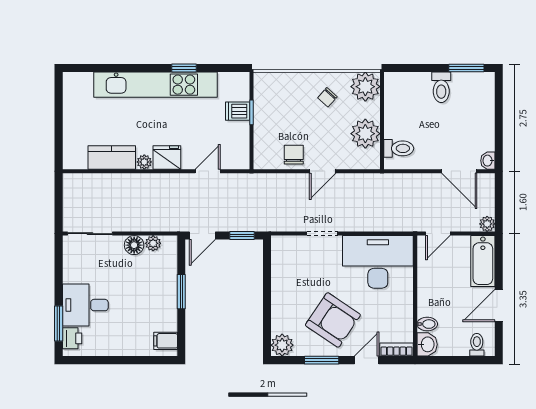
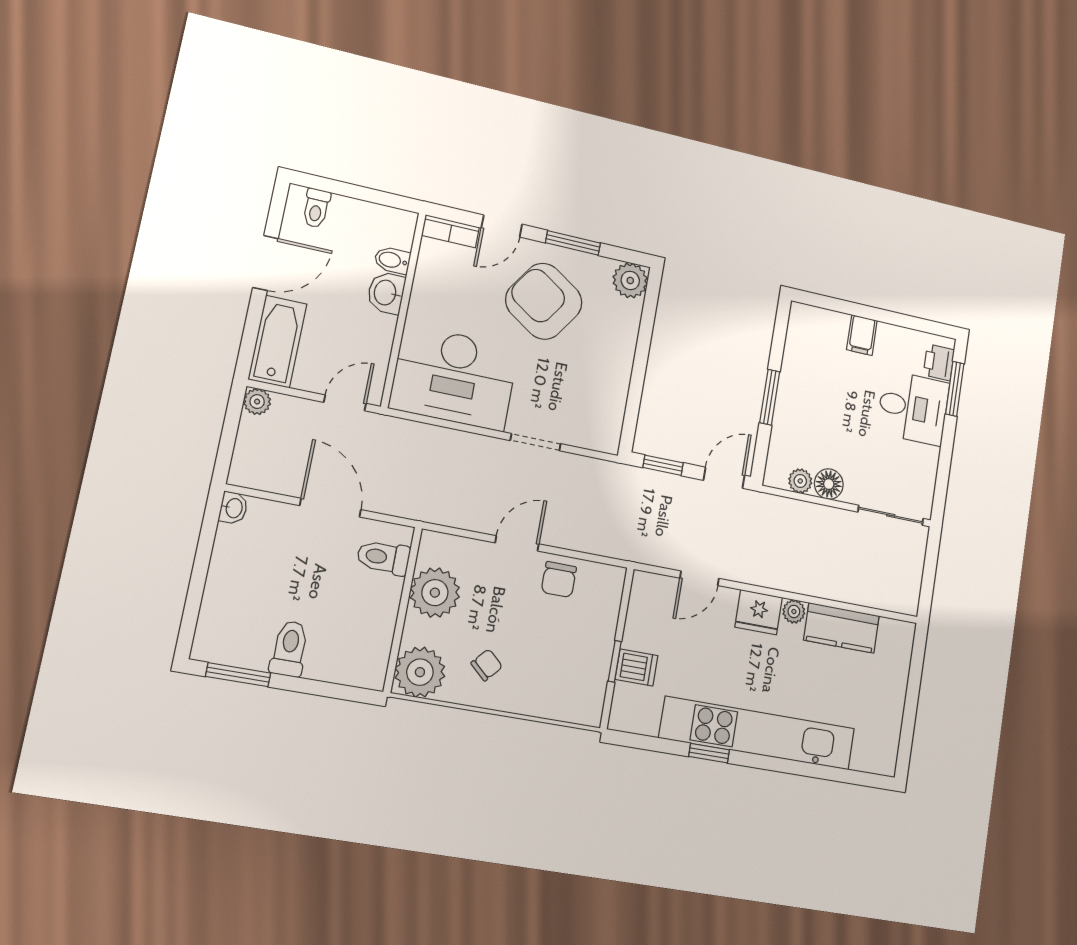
door: (459, 171) -> (330, 508), moved
filing cabinet: (166, 341) -> (862, 335), moved, turned 90
washbasin: (427, 344) -> (386, 293), moved

